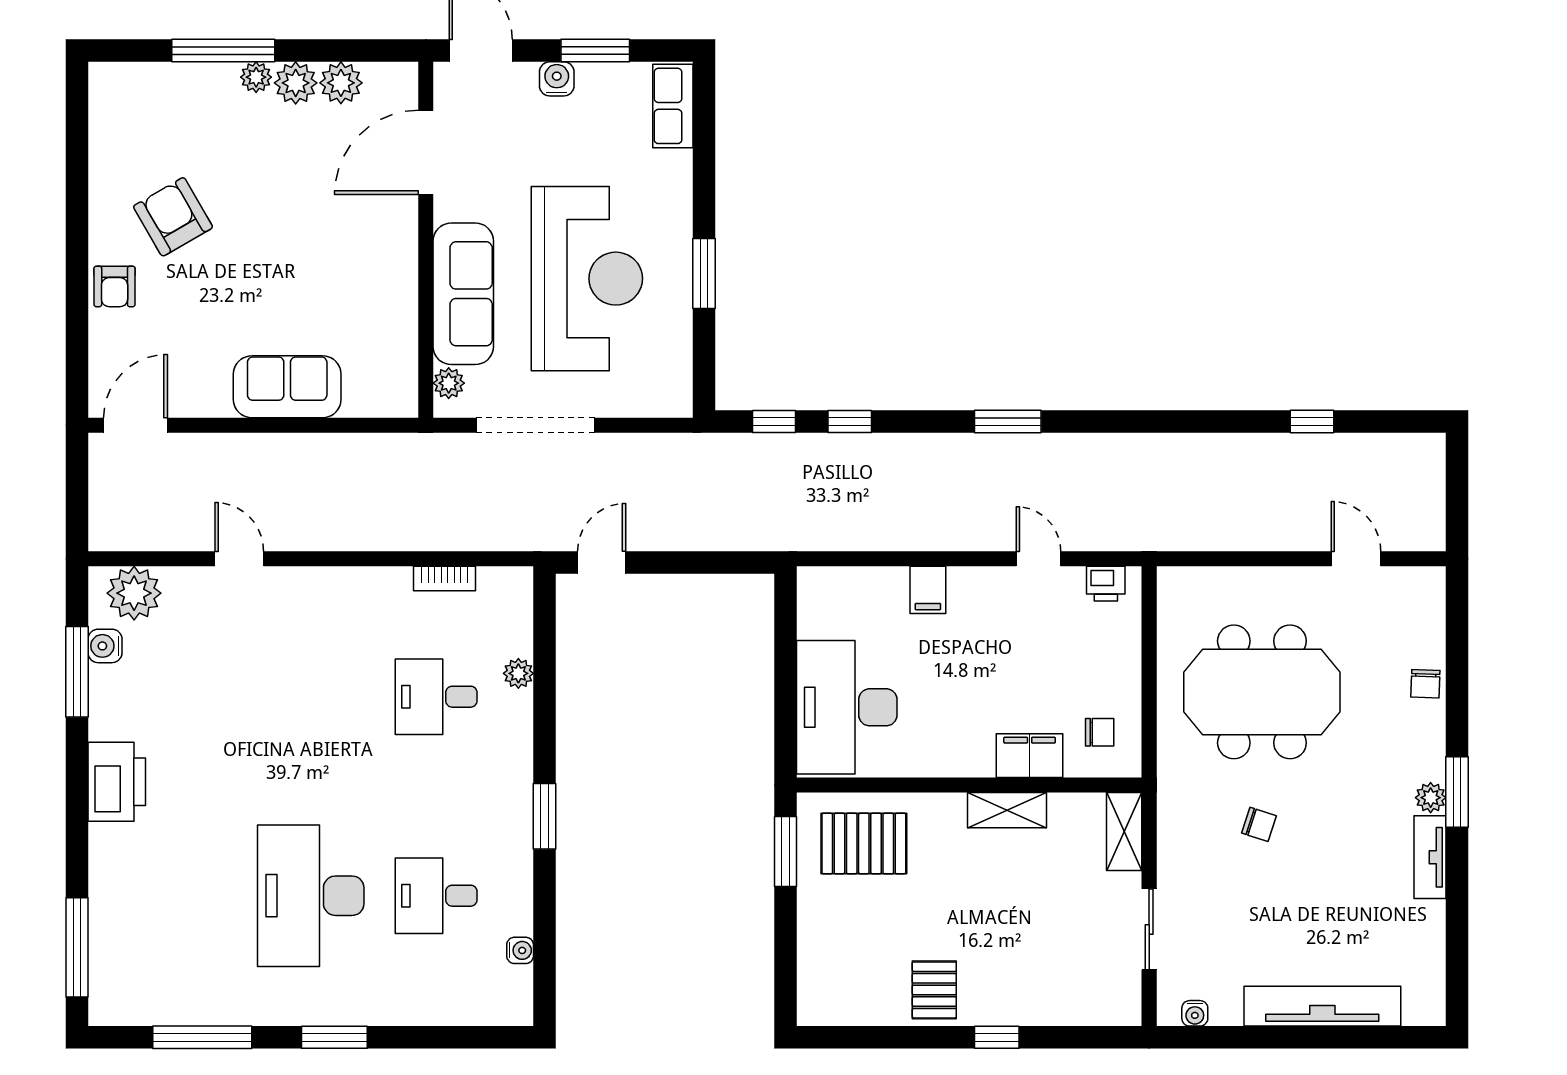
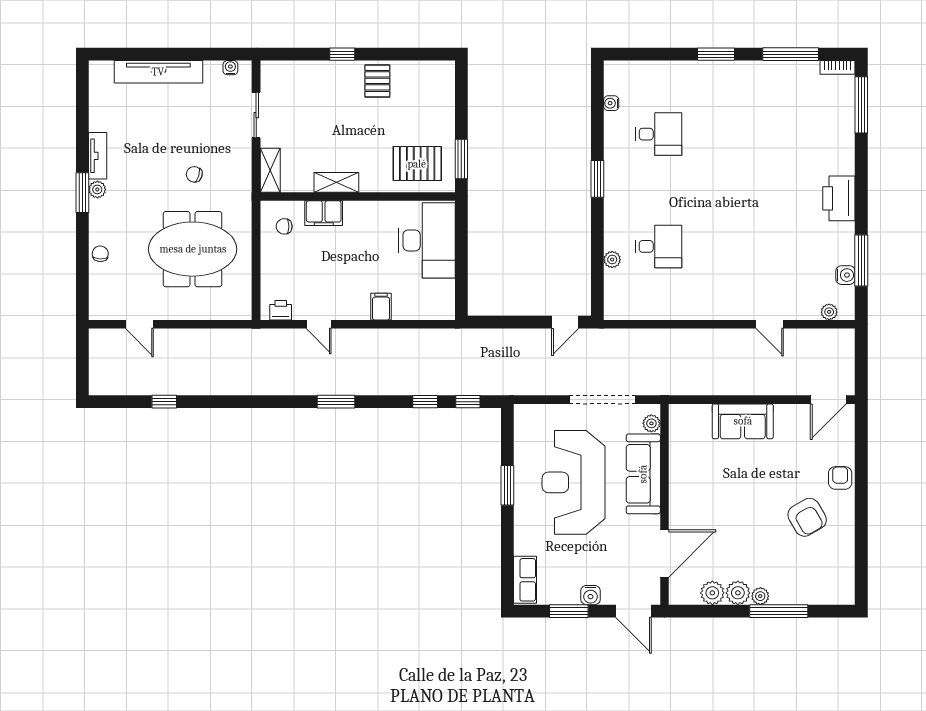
bookcase: (444, 579) -> (838, 67), moved, turned 180
plant: (134, 593) -> (829, 312), width x0.53, depth x0.53
desk: (311, 896) -> (729, 134), removed

